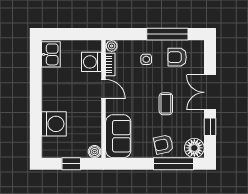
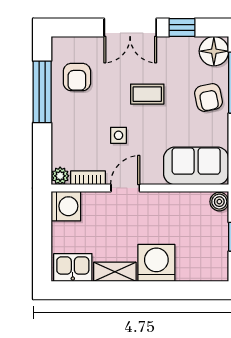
side table: (146, 59) -> (119, 135), moved
washing machine: (91, 62) -> (66, 206), moved, turned -90
shelving: (48, 82) -> (115, 272), added
washing machine: (54, 124) -> (156, 263), moved

